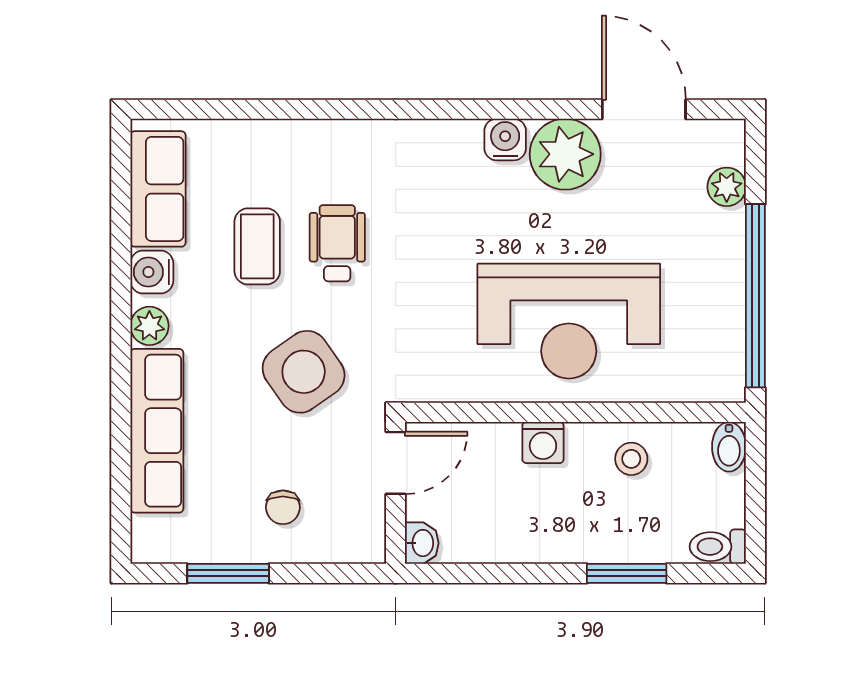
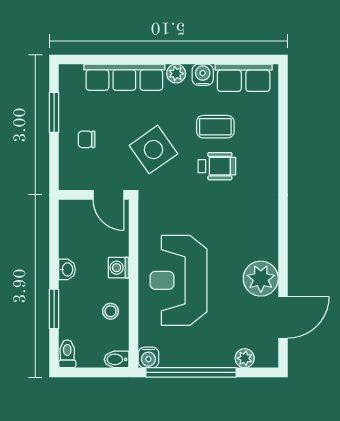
water cooler: (505, 140) -> (148, 357), moved, turned 90
washbasin: (422, 543) -> (67, 269), moved, turned -90

